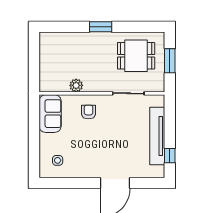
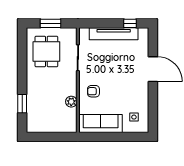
window: (101, 27) -> (22, 104), moved
sofa: (50, 114) -> (101, 123), width x1.36

